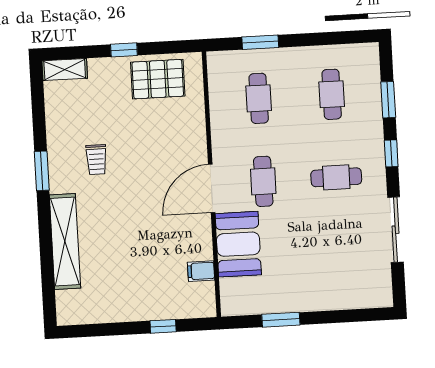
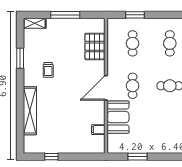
window: (124, 50) -> (65, 15), width x2.17
pallet: (158, 79) -> (95, 47), moved, turned 90
window: (42, 171) -> (20, 58), moved
window: (163, 326) -> (51, 157), moved

